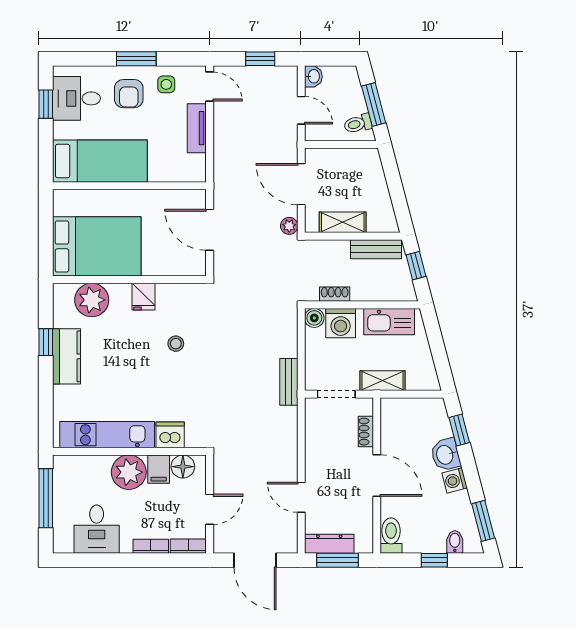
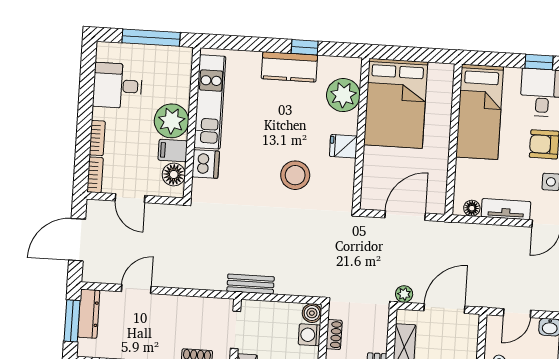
floor lamp: (198, 163) -> (472, 208), added
washing machine: (341, 323) -> (309, 335), width x0.73, depth x0.73
stool: (176, 344) -> (295, 175), width x1.89, depth x1.89

